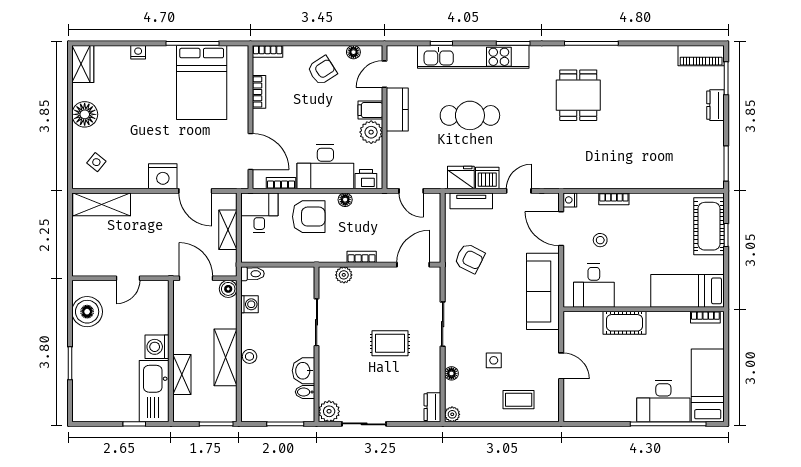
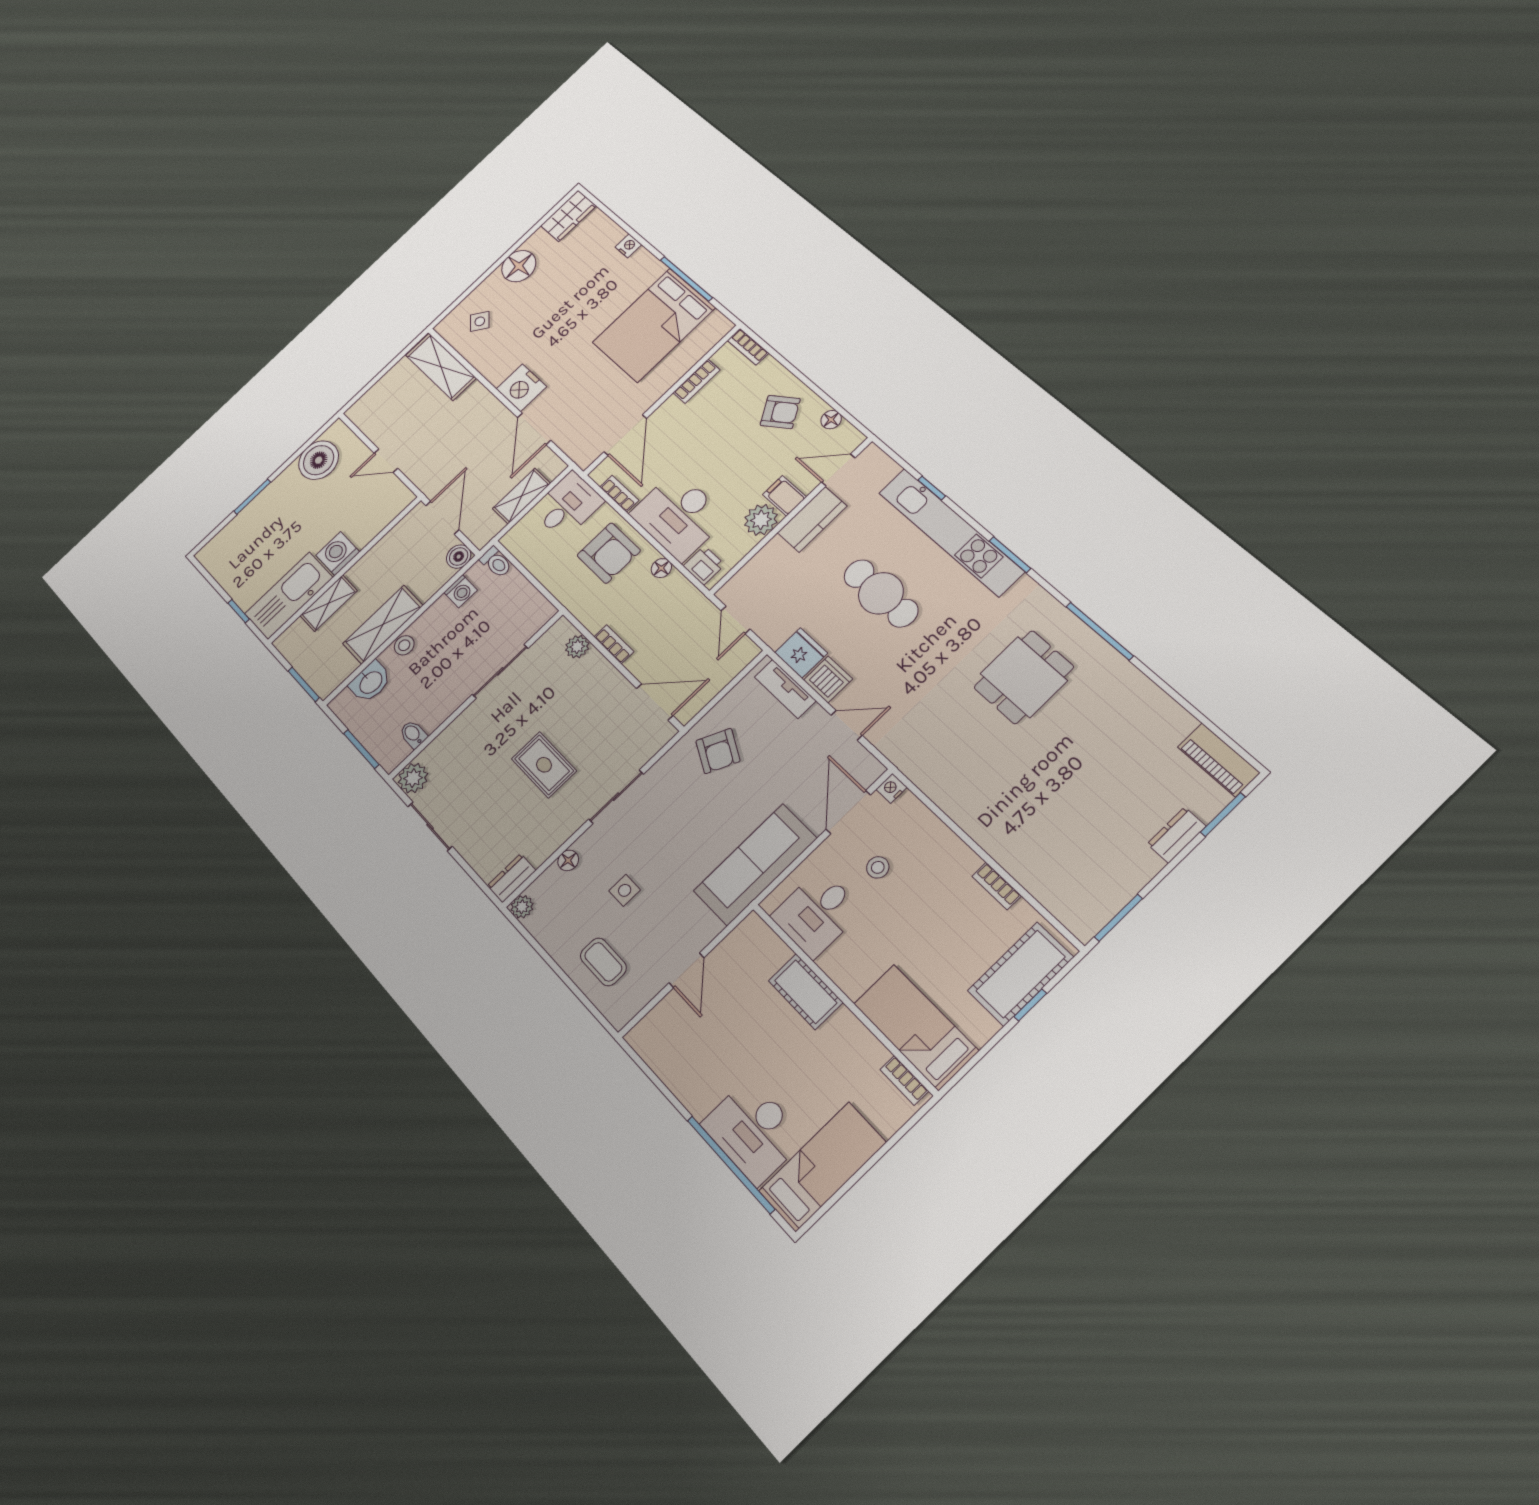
bookcase: (614, 199) -> (997, 886), moved
washbasin: (303, 371) -> (370, 682), moved, turned 180

